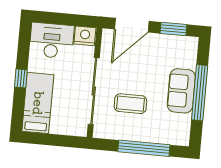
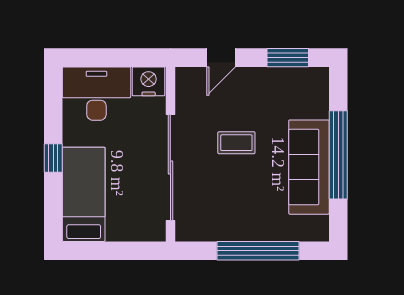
door: (132, 25) -> (221, 58), width x0.53
sofa: (181, 91) -> (309, 167), width x1.36
coffee table: (130, 104) -> (236, 143), moved, width x0.73, depth x0.77

